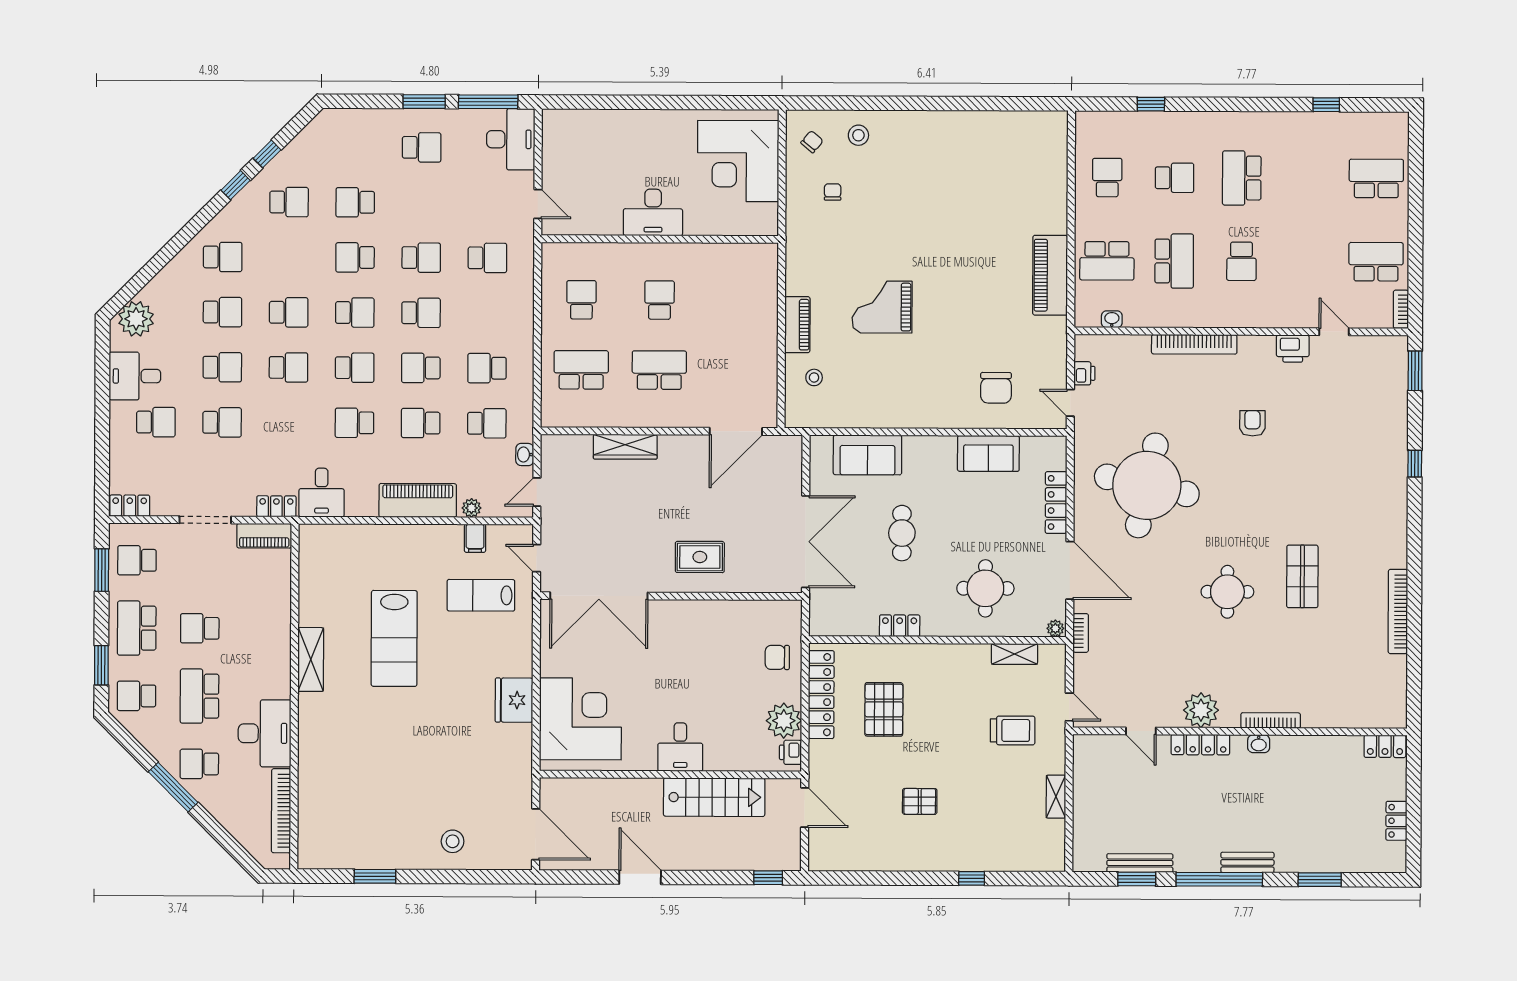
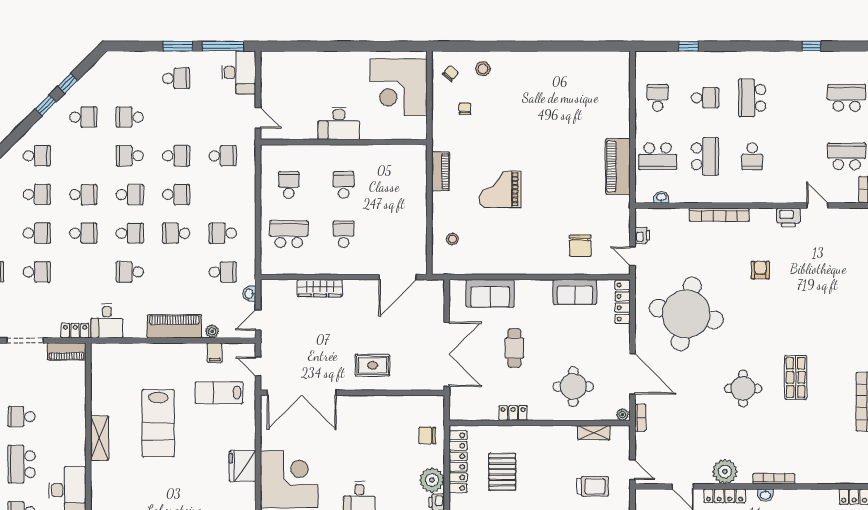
piano: (797, 325) -> (441, 171), moved
school desk: (659, 370) -> (344, 234), width x0.54
school desk: (421, 423) -> (176, 272), removed
locker: (1056, 502) -> (623, 302), moved

